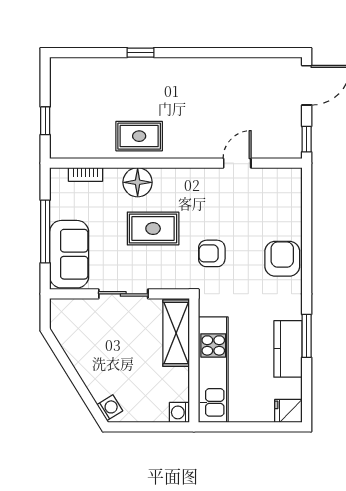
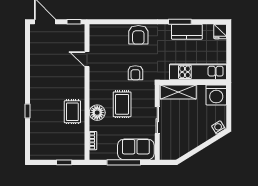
armchair: (282, 259) -> (138, 35), turned -90
washing machine: (179, 412) -> (216, 95), width x1.89, depth x1.89

